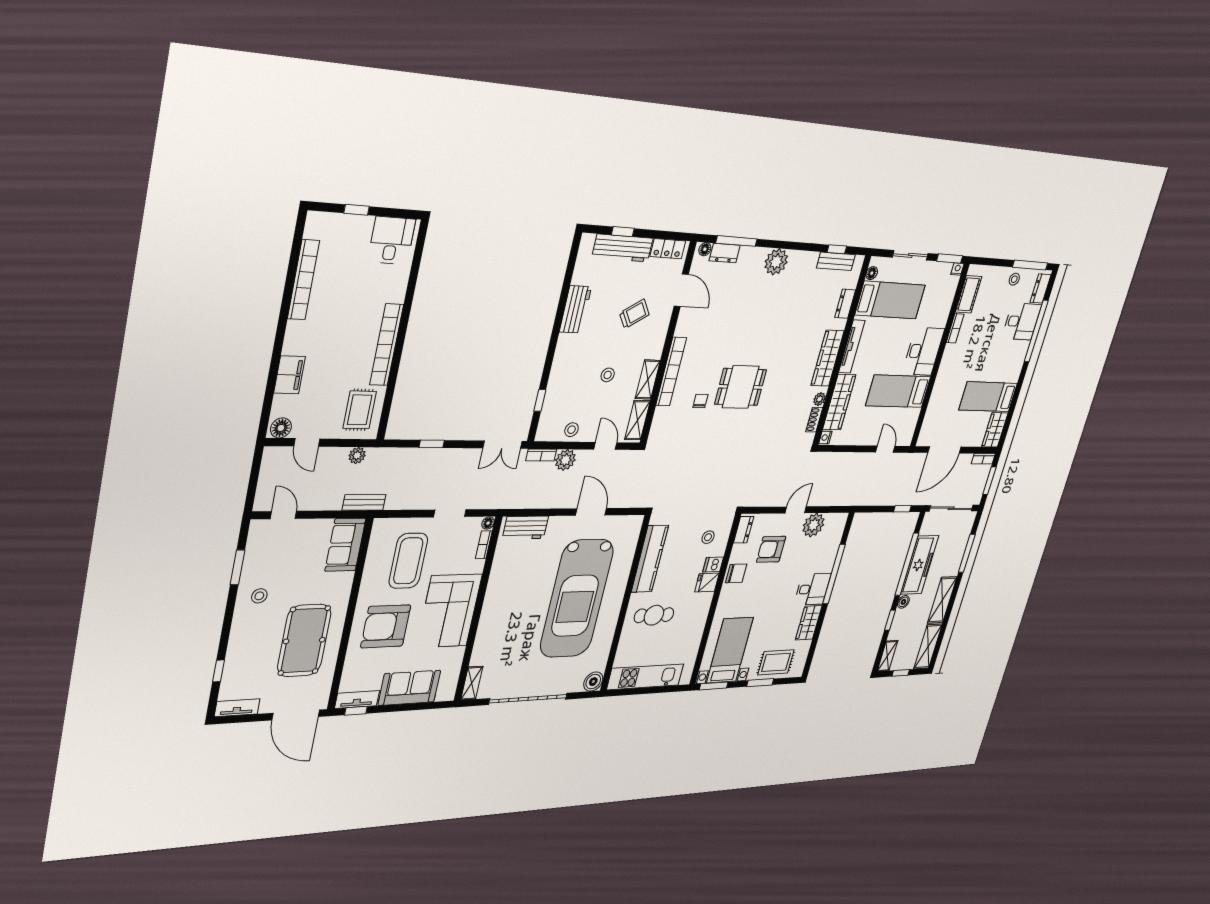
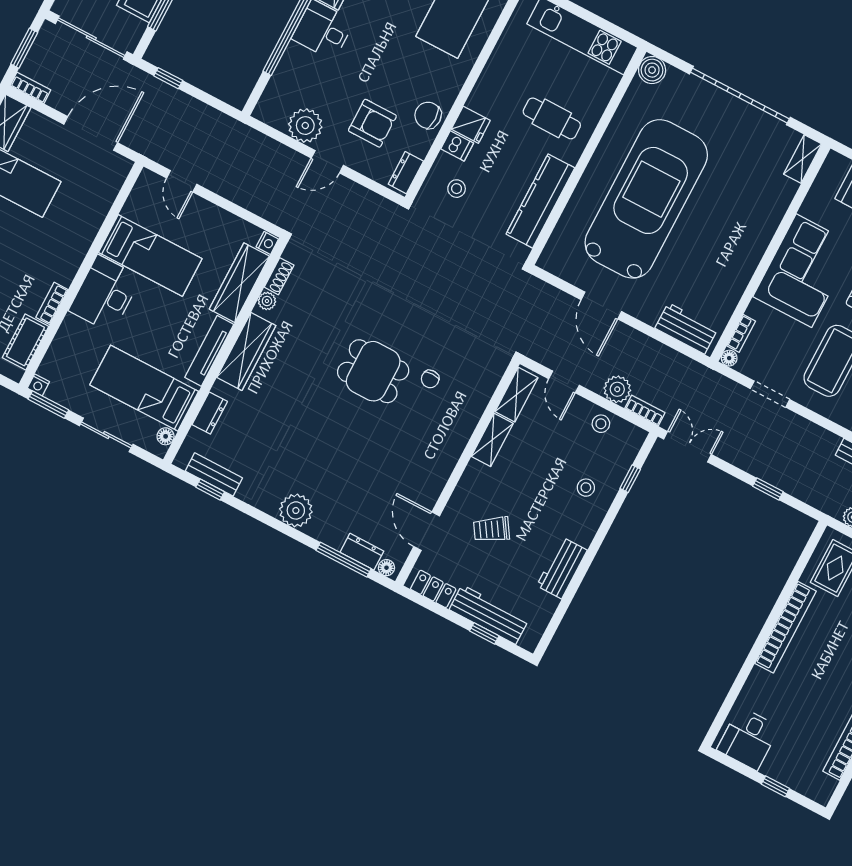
bookcase: (671, 372) -> (461, 435), removed
stool: (608, 375) -> (586, 488), moved

